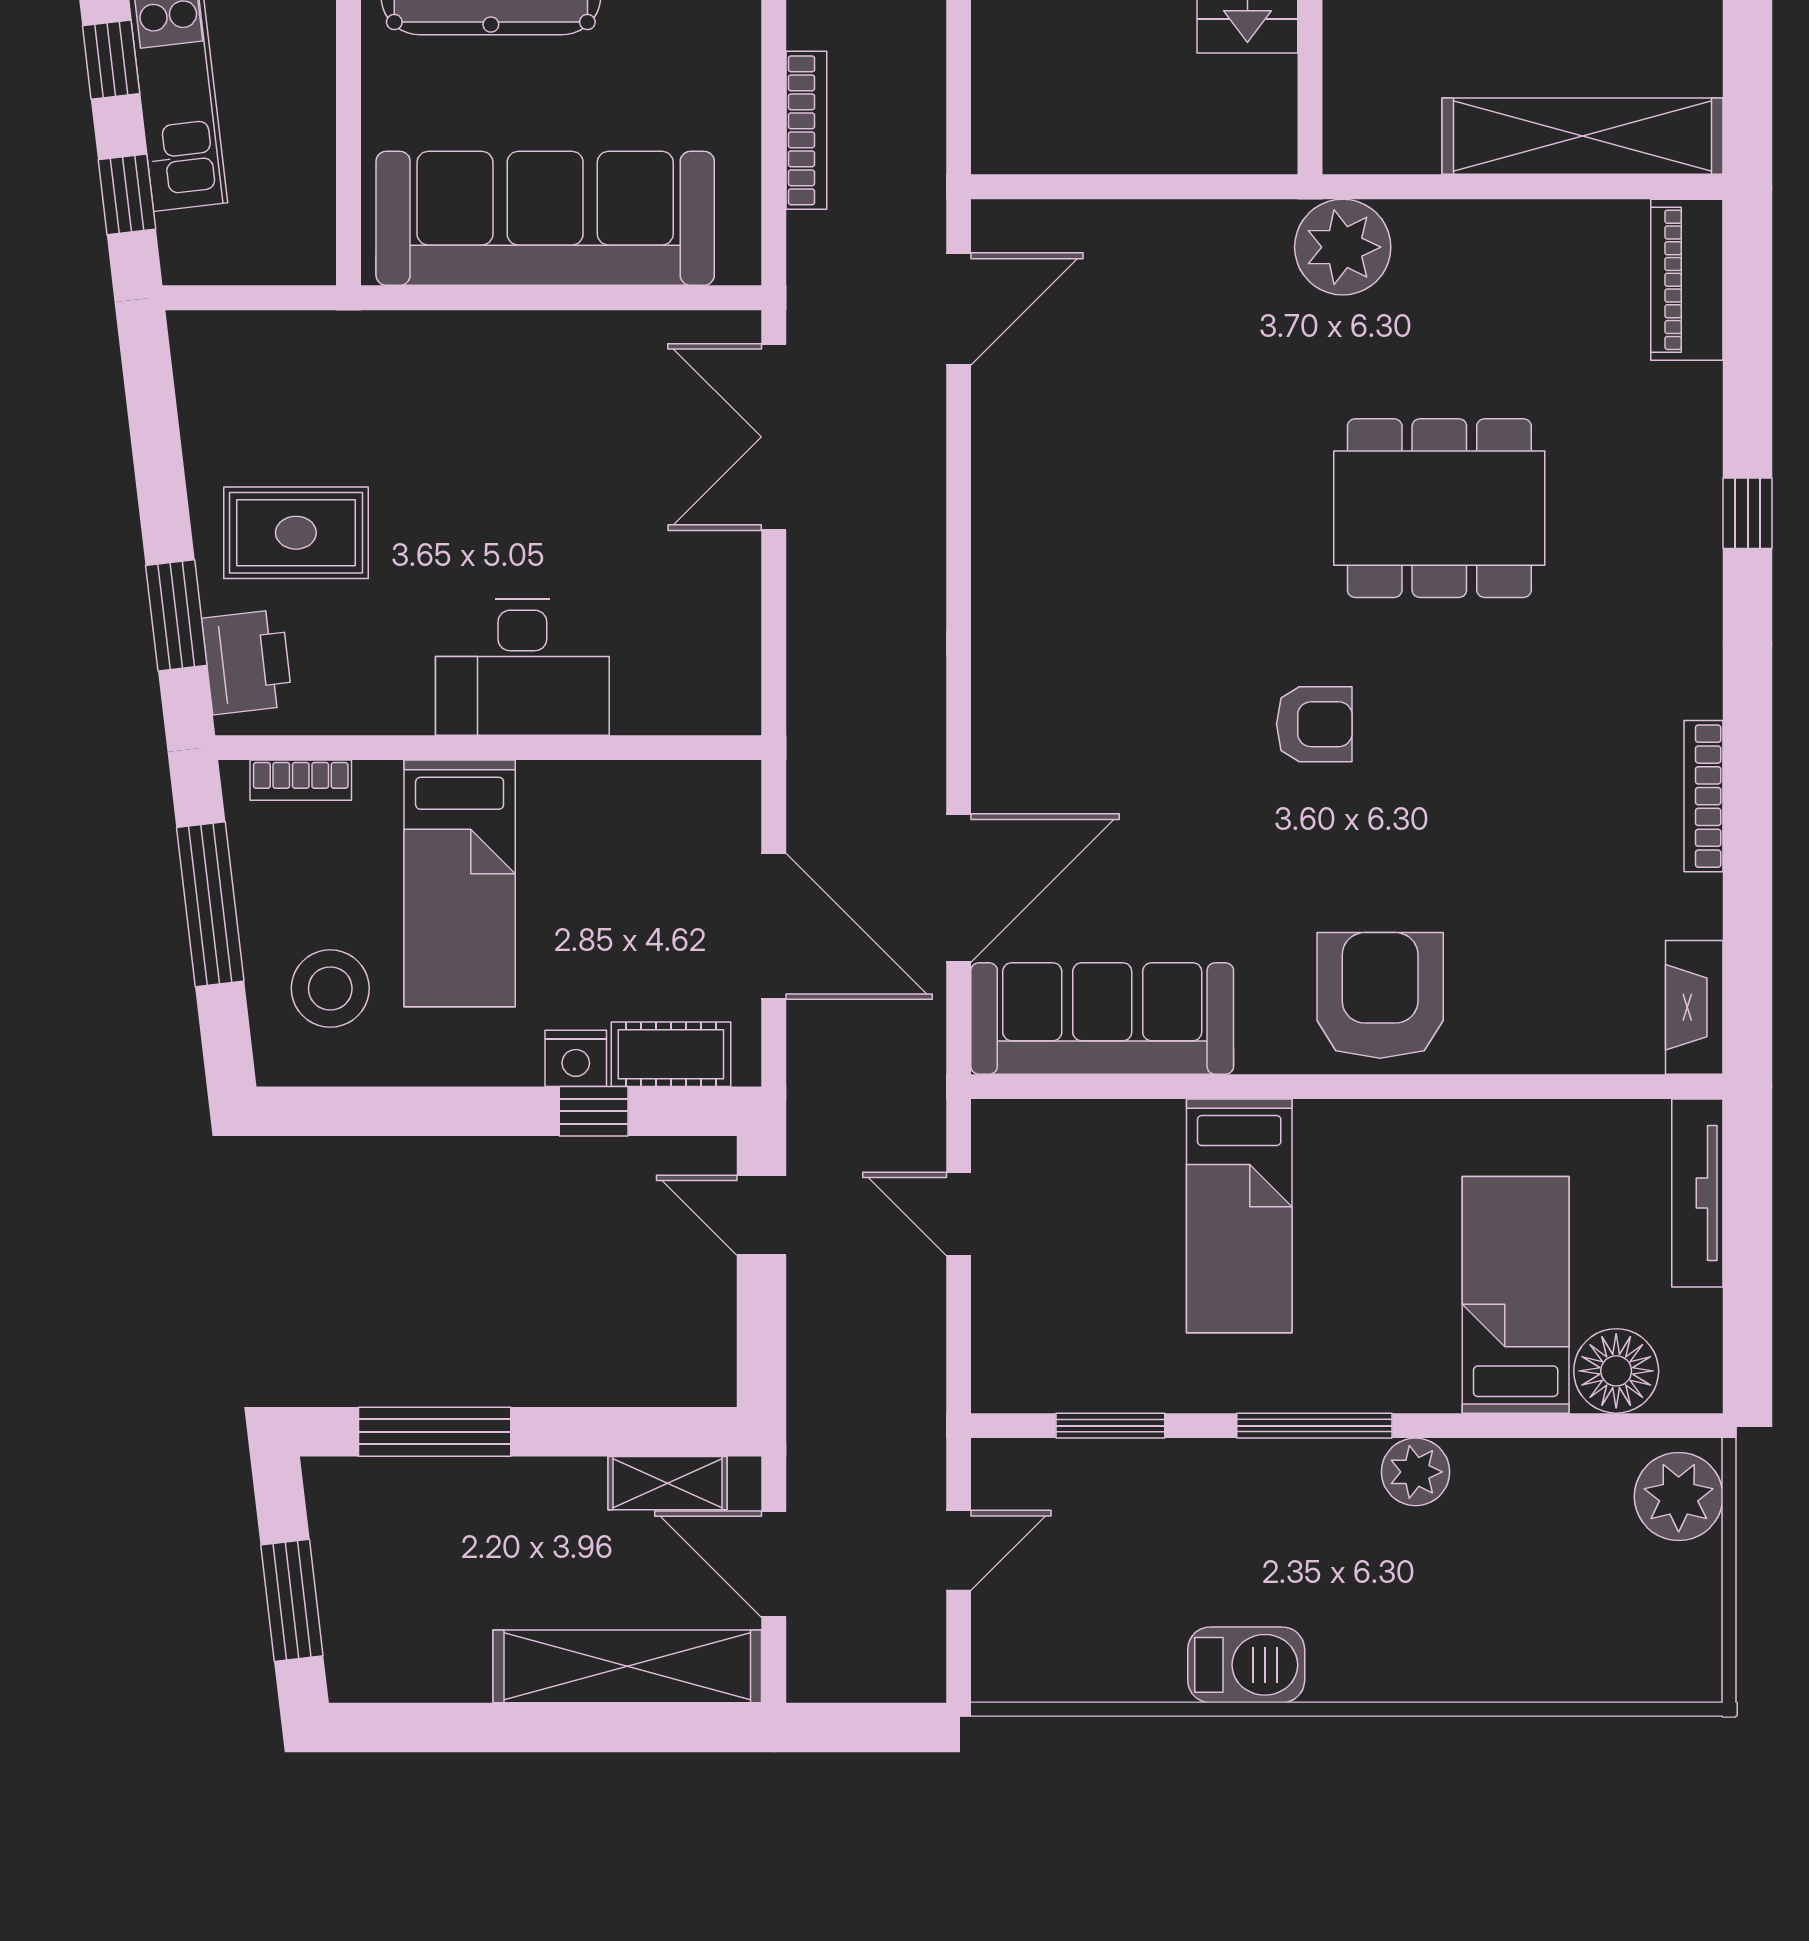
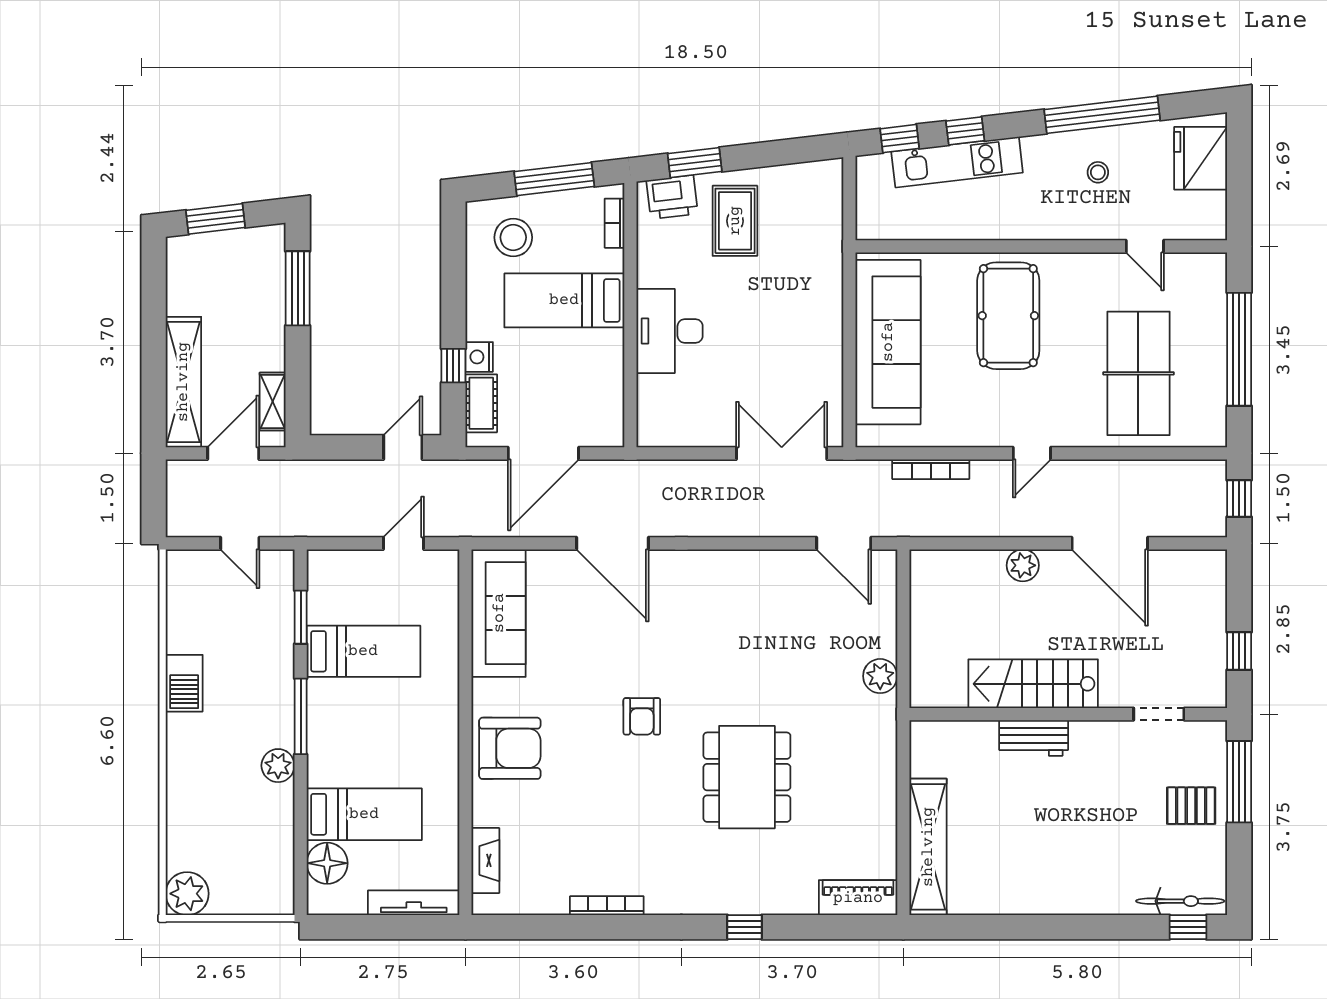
plant: (1343, 247) -> (880, 676), moved, width x0.73, depth x0.73
door: (959, 888) -> (613, 543), moved
fireplace: (1694, 1007) -> (485, 860), moved, turned 90
bed: (1239, 1216) -> (363, 651), moved, turned 180
plant: (1679, 1496) -> (187, 894), moved

